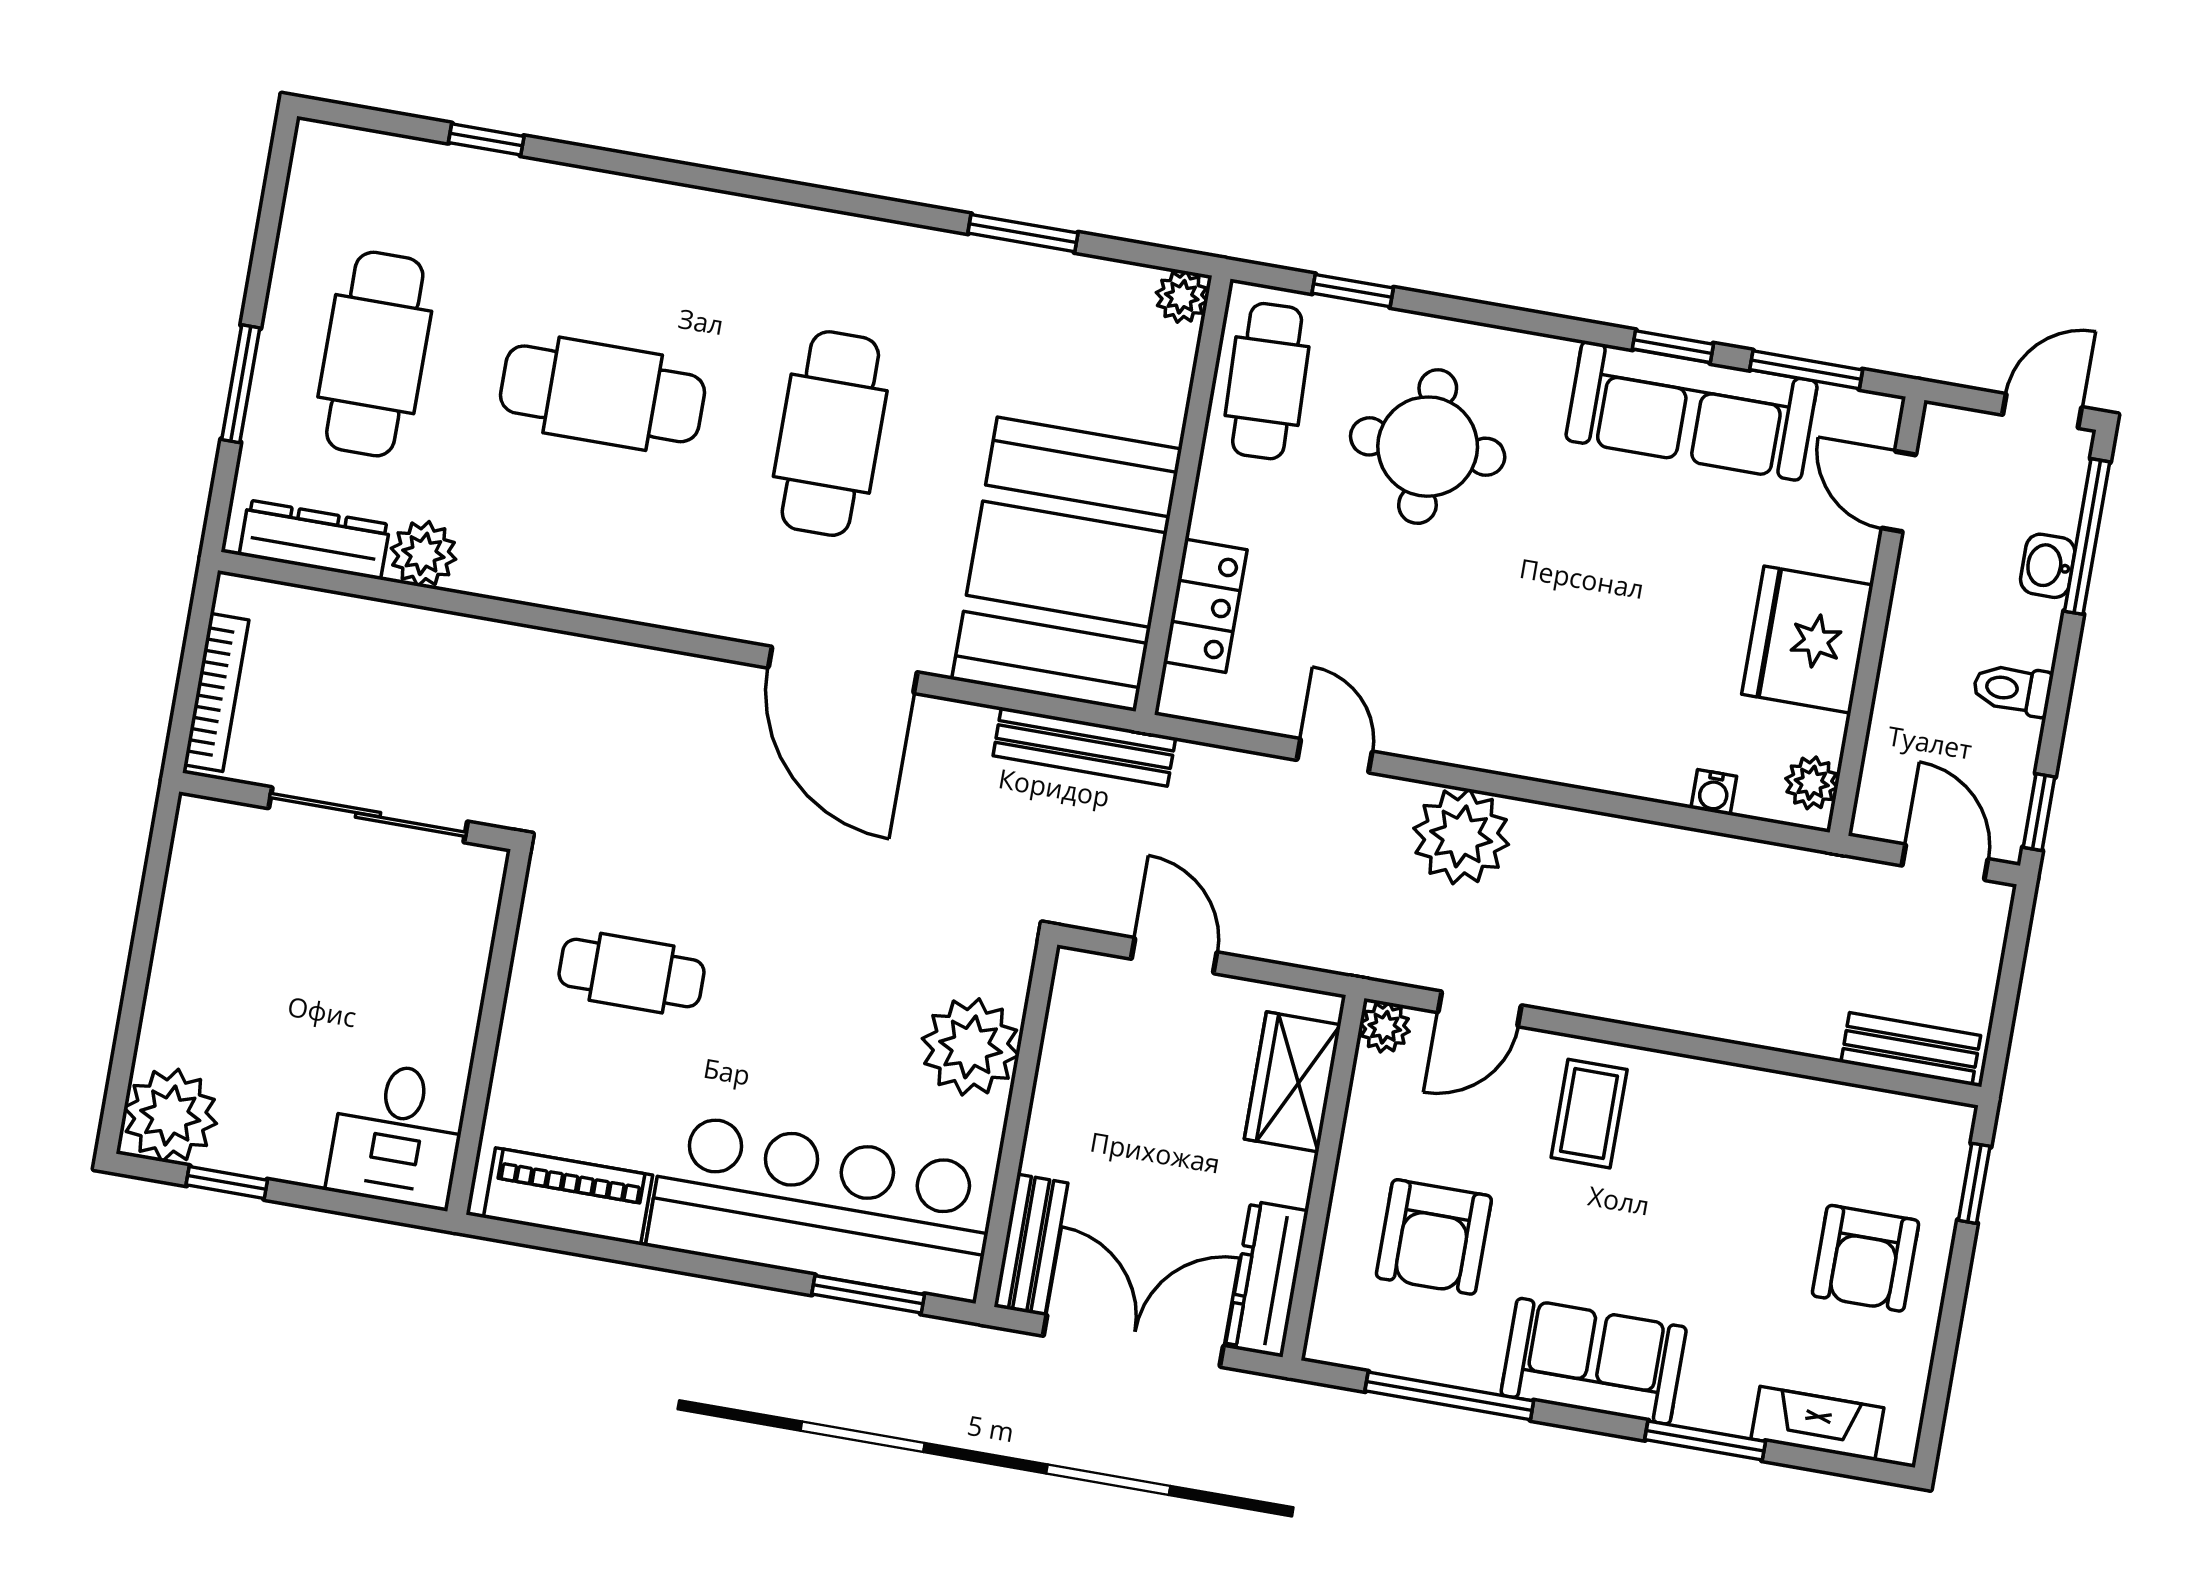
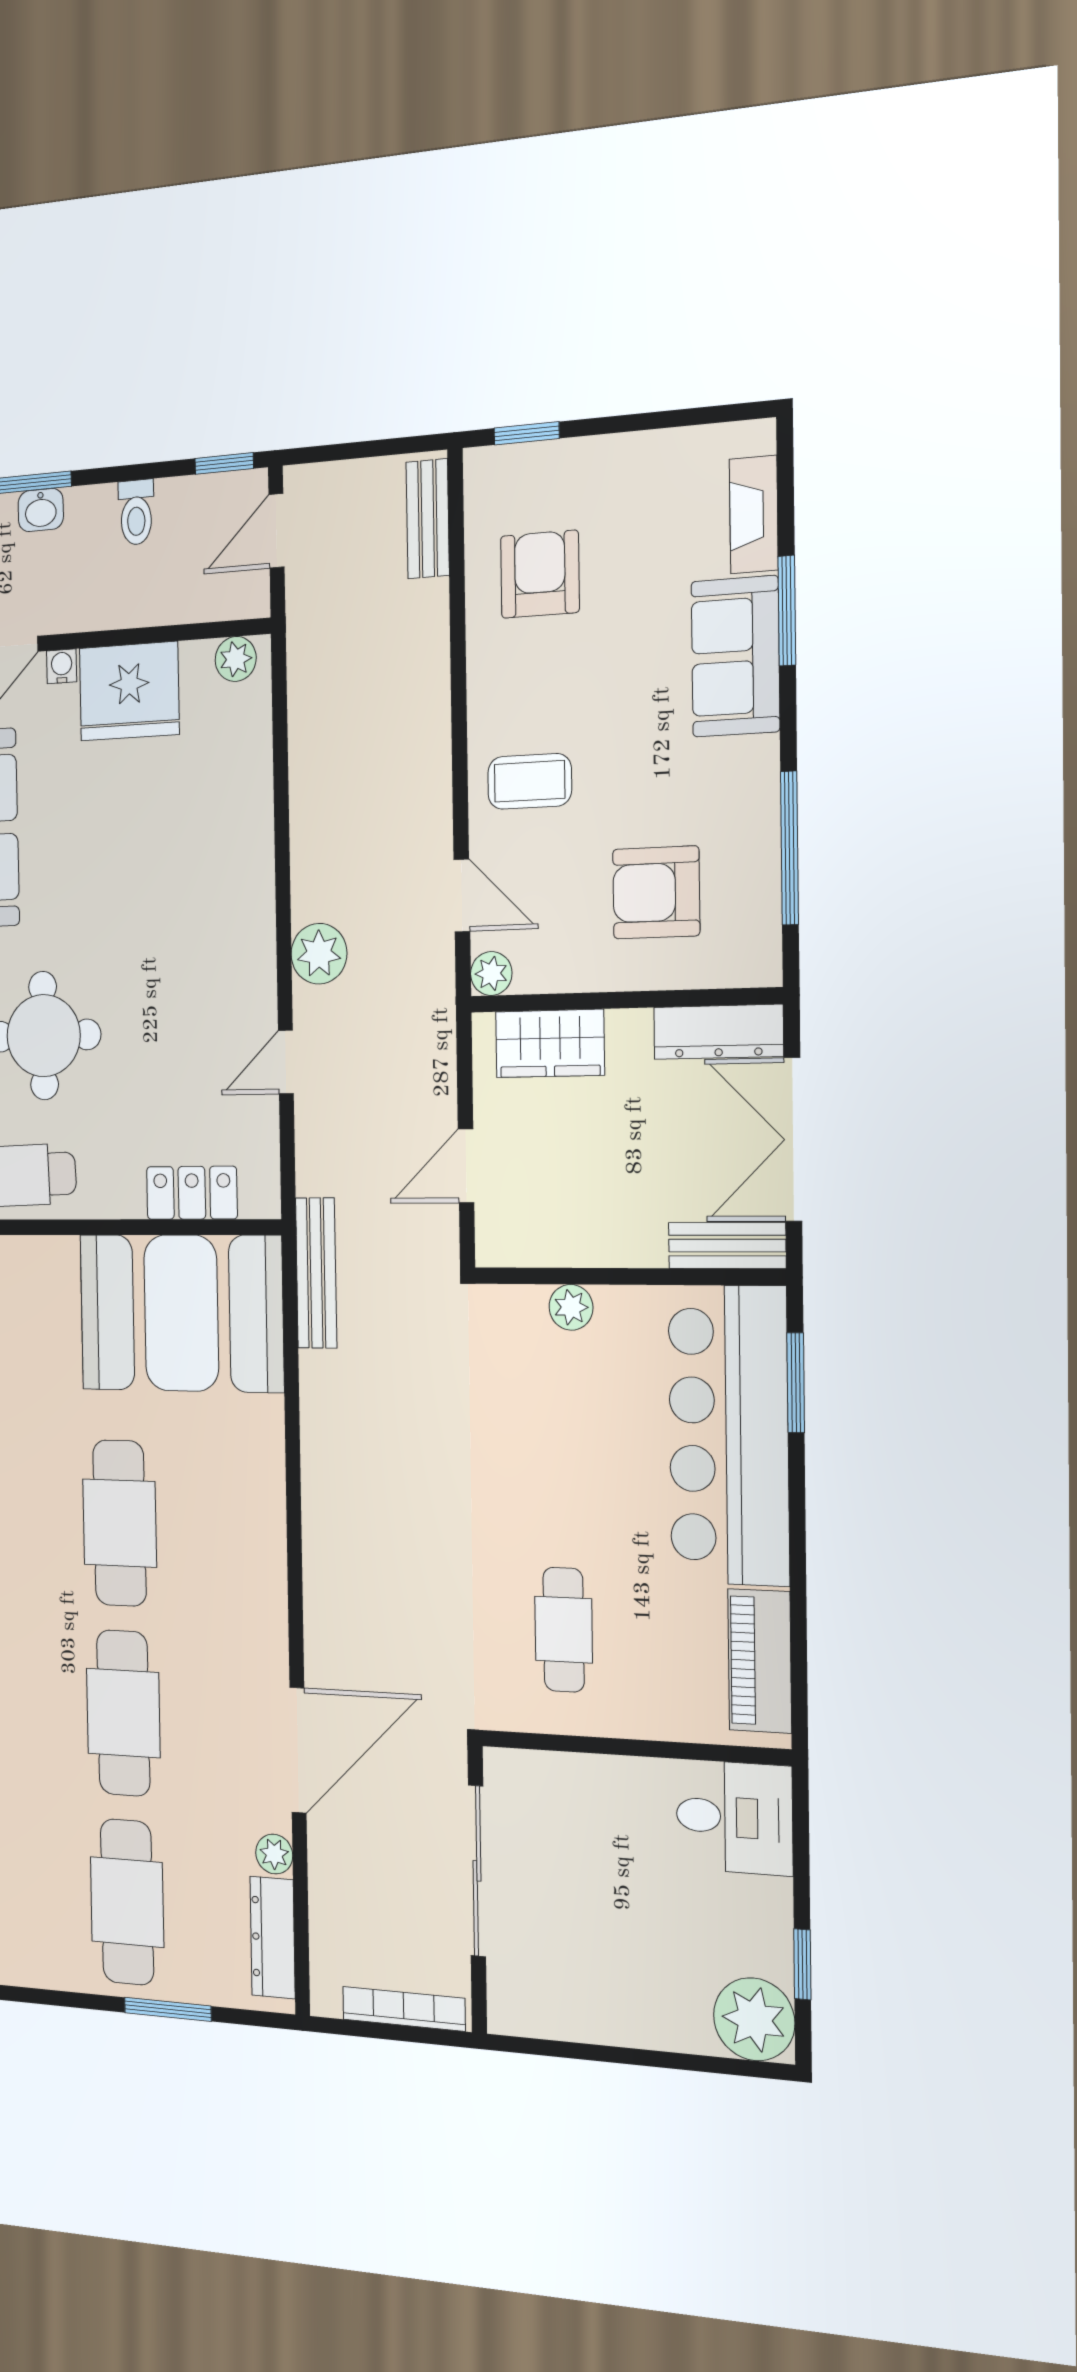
cafe table: (375, 354) -> (127, 1902), turned 90
cafe table: (830, 434) -> (120, 1523), turned 90
plant: (423, 554) -> (274, 1854), width x0.73, depth x0.73
door: (843, 670) -> (298, 1750), moved
water cooler: (1714, 792) -> (62, 666), moved, turned -90
plant: (1461, 836) -> (319, 954), width x0.73, depth x0.73
plant: (971, 1047) -> (571, 1307), width x0.53, depth x0.53
armchair: (1434, 1237) -> (656, 892), turned 180
armchair: (1866, 1258) -> (540, 574), moved, turned -90
sofa: (1594, 1361) -> (735, 656), moved

